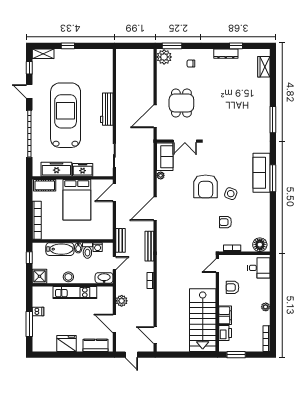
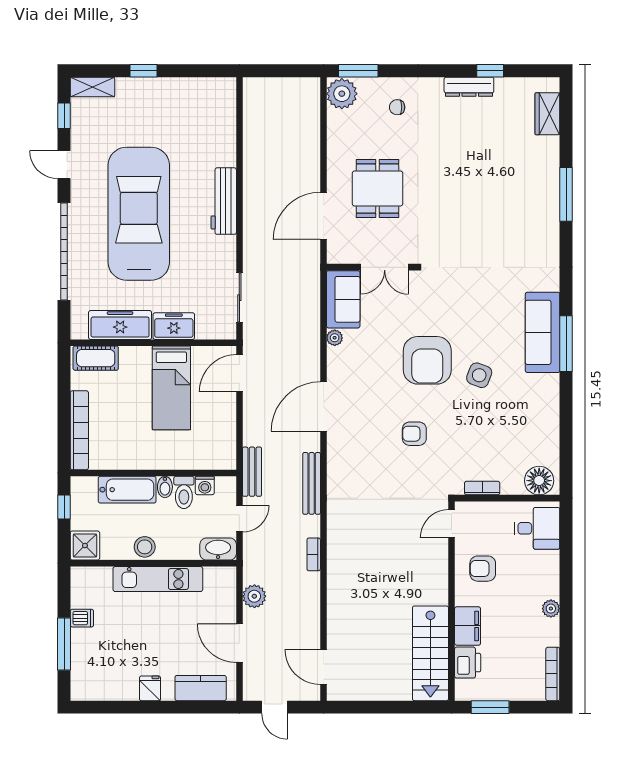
window: (273, 120) -> (566, 194), moved
bed: (77, 200) -> (171, 388), width x0.67
armchair: (225, 222) -> (414, 434), moved
stairs: (203, 320) -> (430, 653), width x0.73, depth x0.66
fridge: (67, 343) -> (150, 688), width x0.53, depth x0.75

